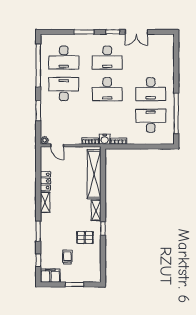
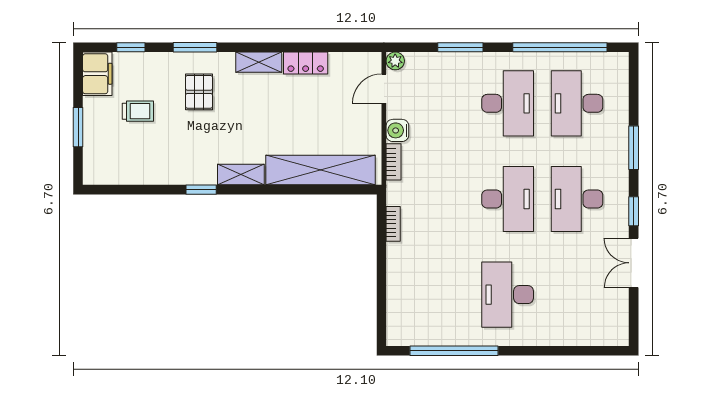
desk: (107, 89) -> (508, 199), turned 180
desk: (151, 121) -> (438, 295), removed
water cooler: (105, 139) -> (397, 130), moved
pallet: (85, 238) -> (199, 92), moved

